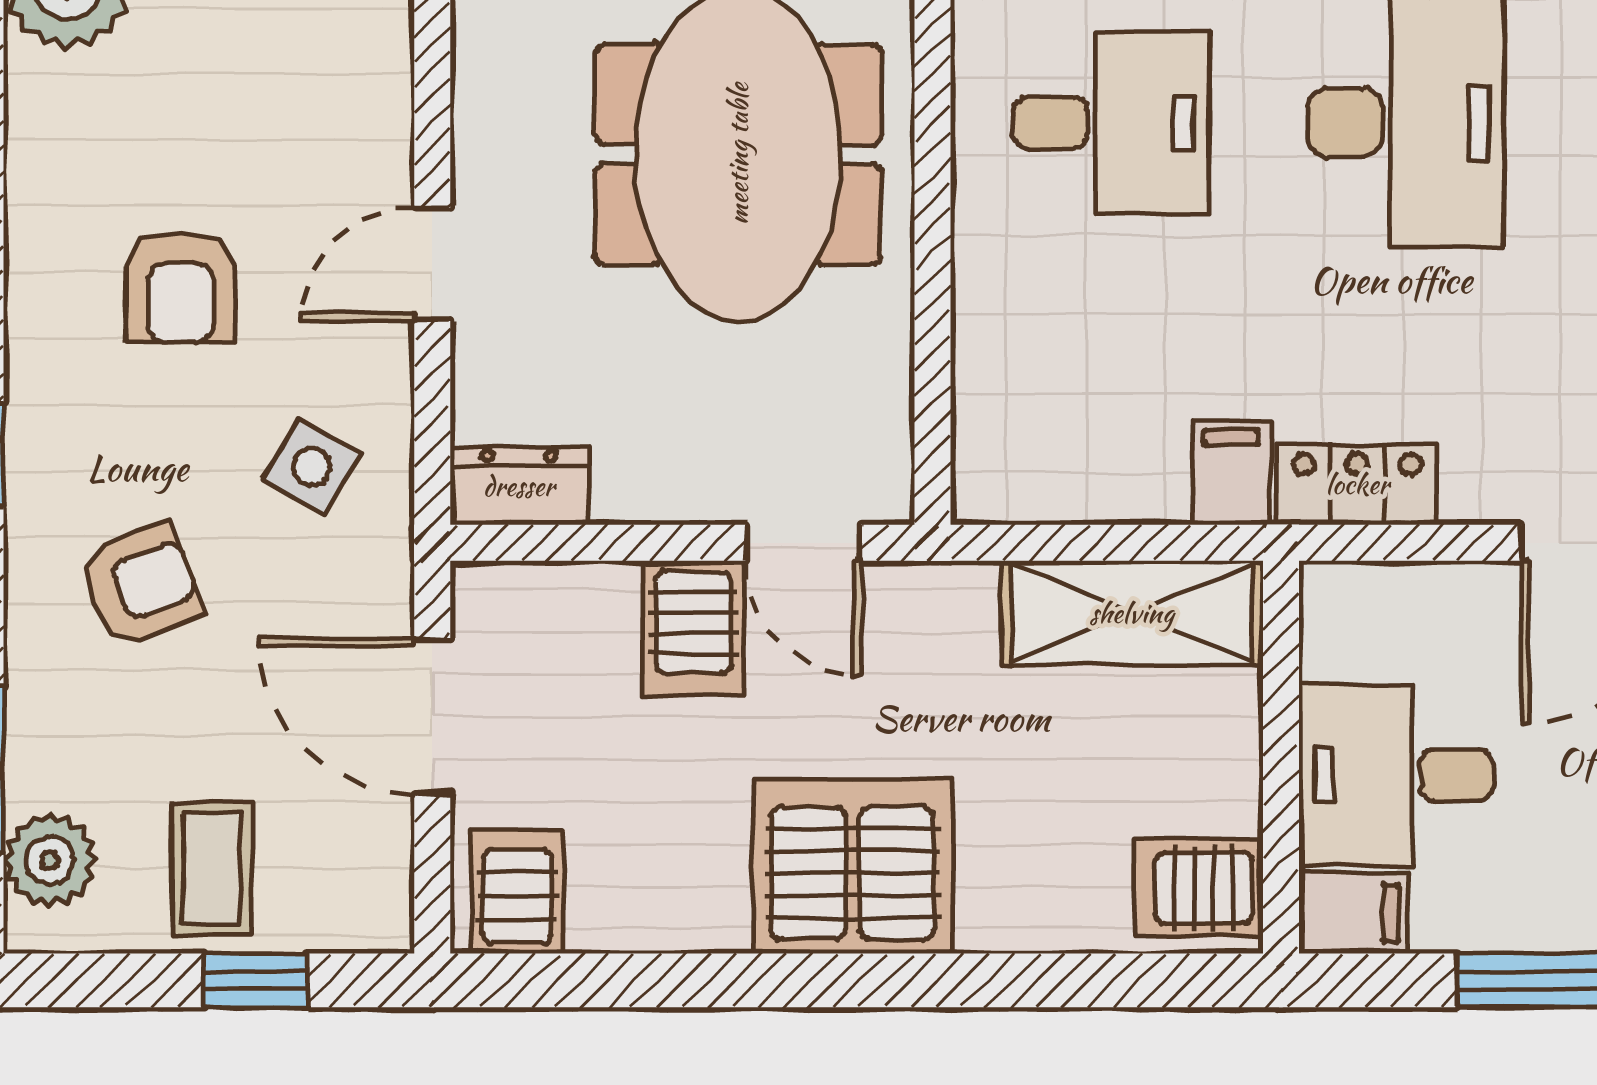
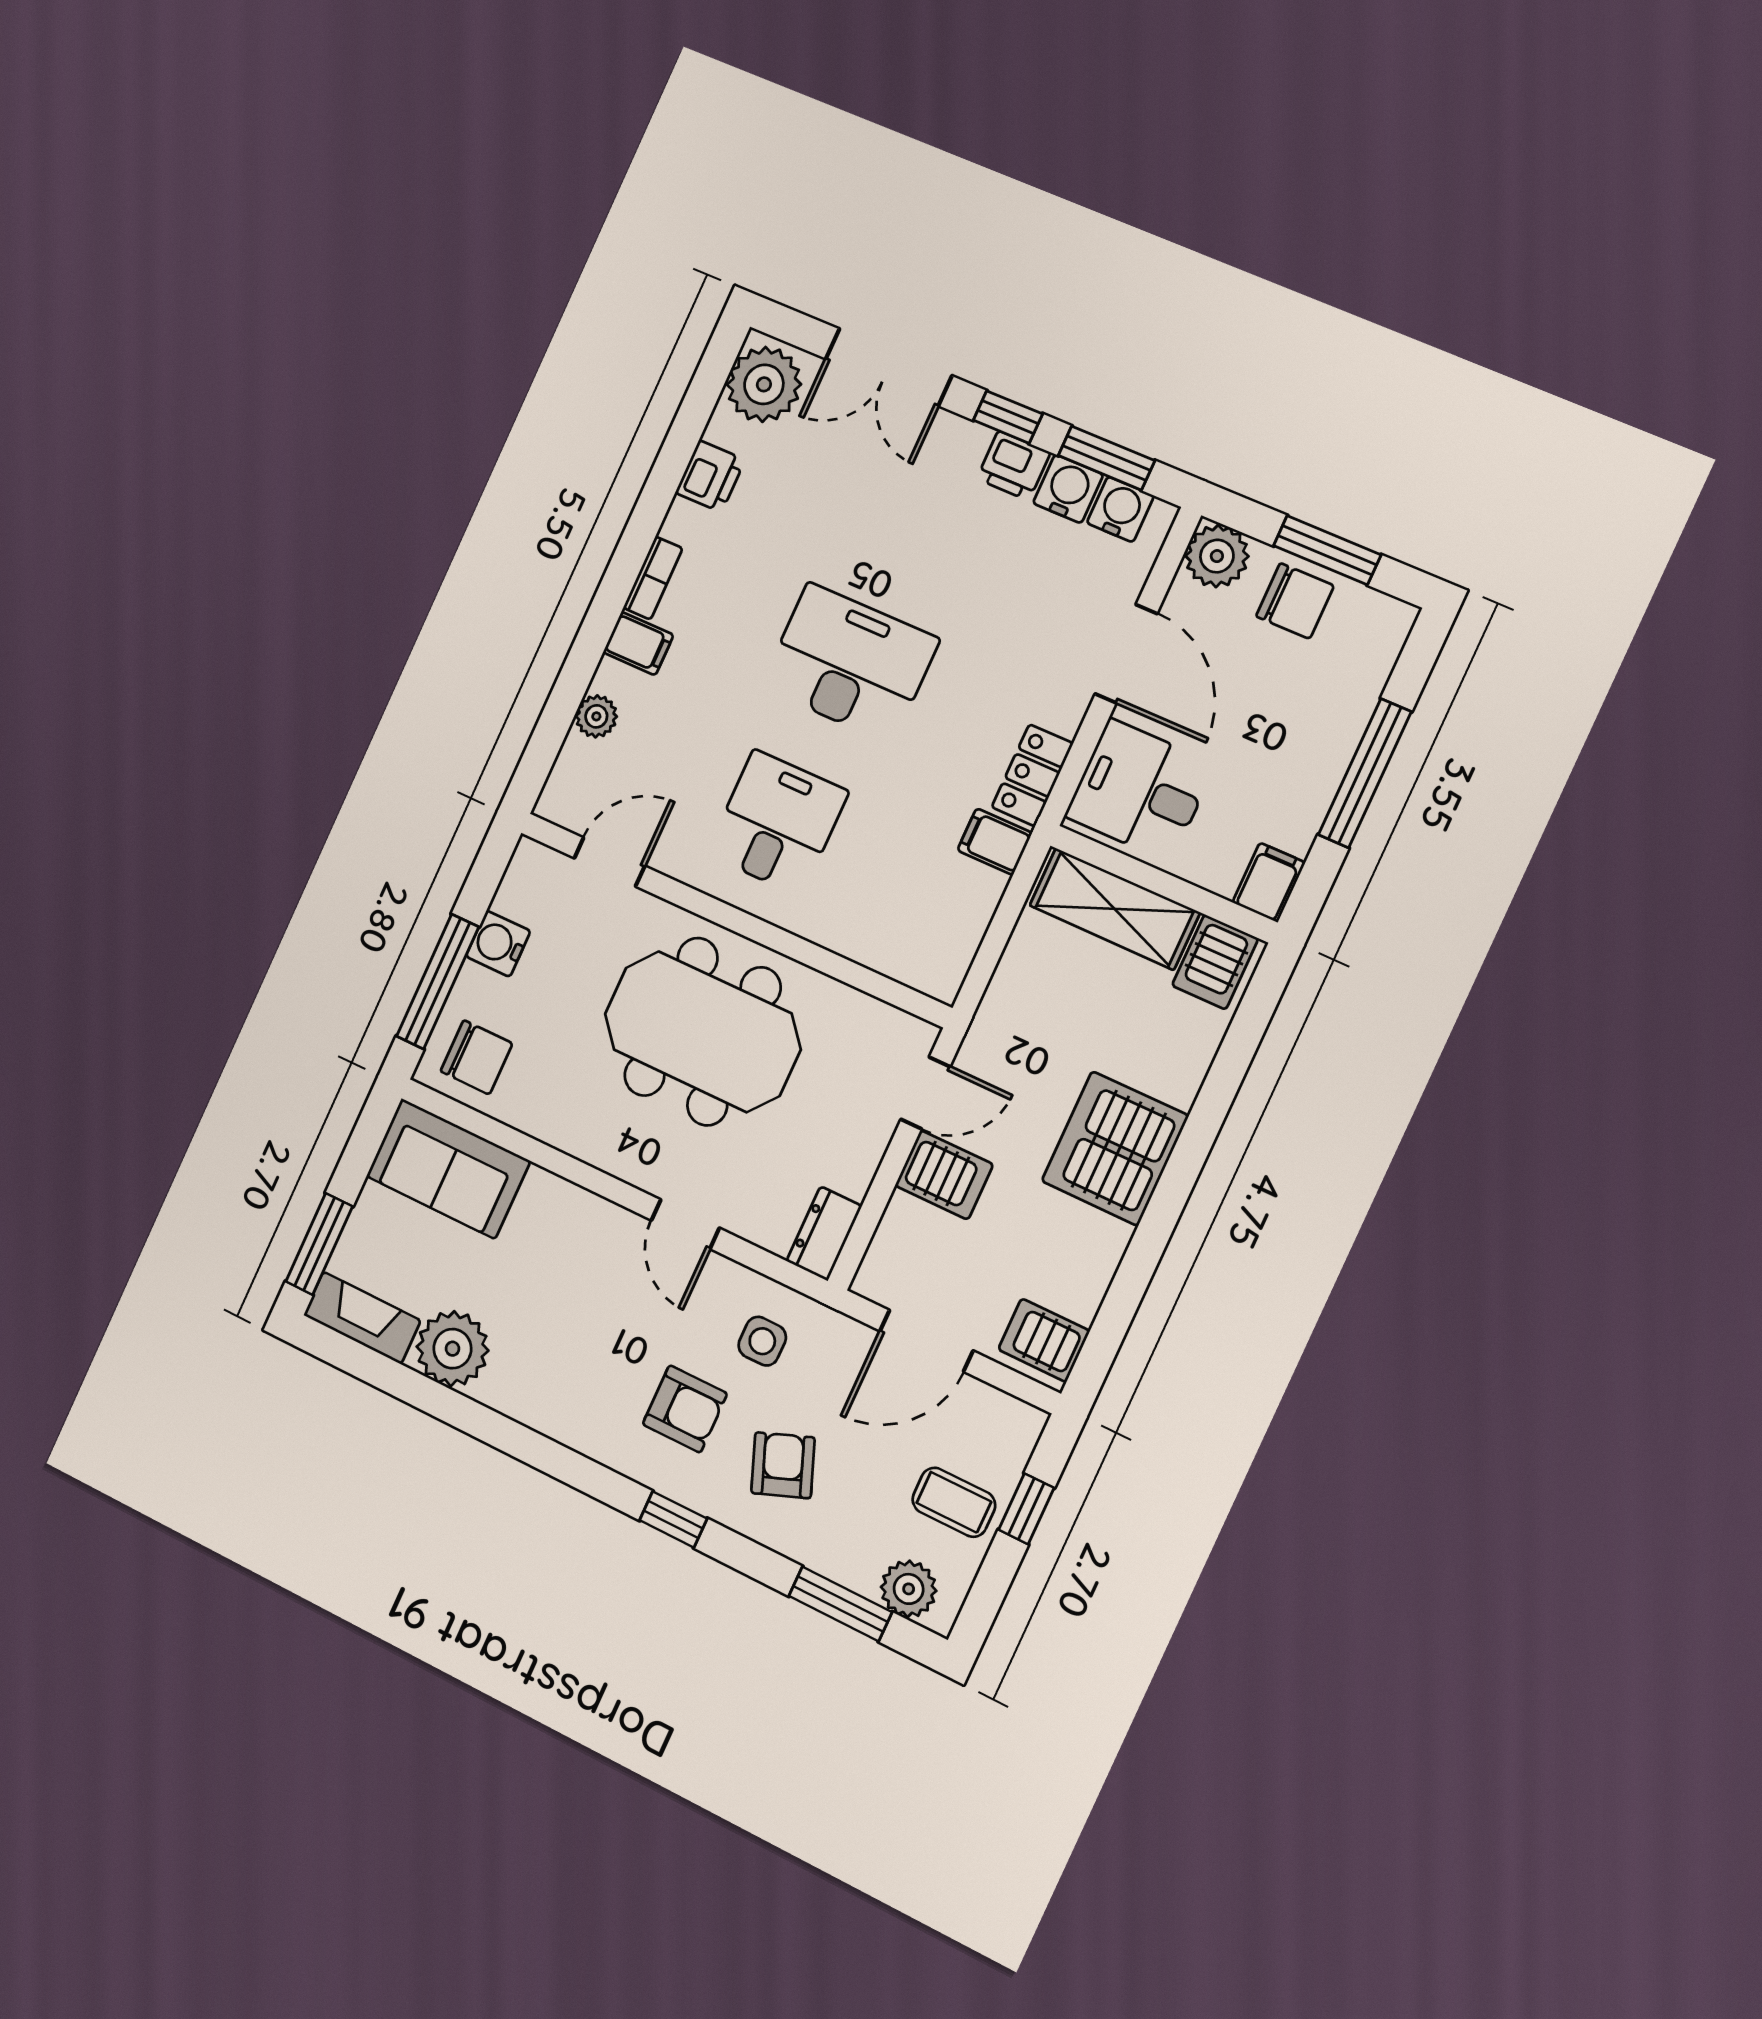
armchair: (181, 287) -> (685, 1409), moved
side table: (312, 466) -> (762, 1341), turned -30
shelving: (1132, 613) -> (1115, 909), moved, turned 90
desk: (1396, 775) -> (1140, 790), moved, turned 90

